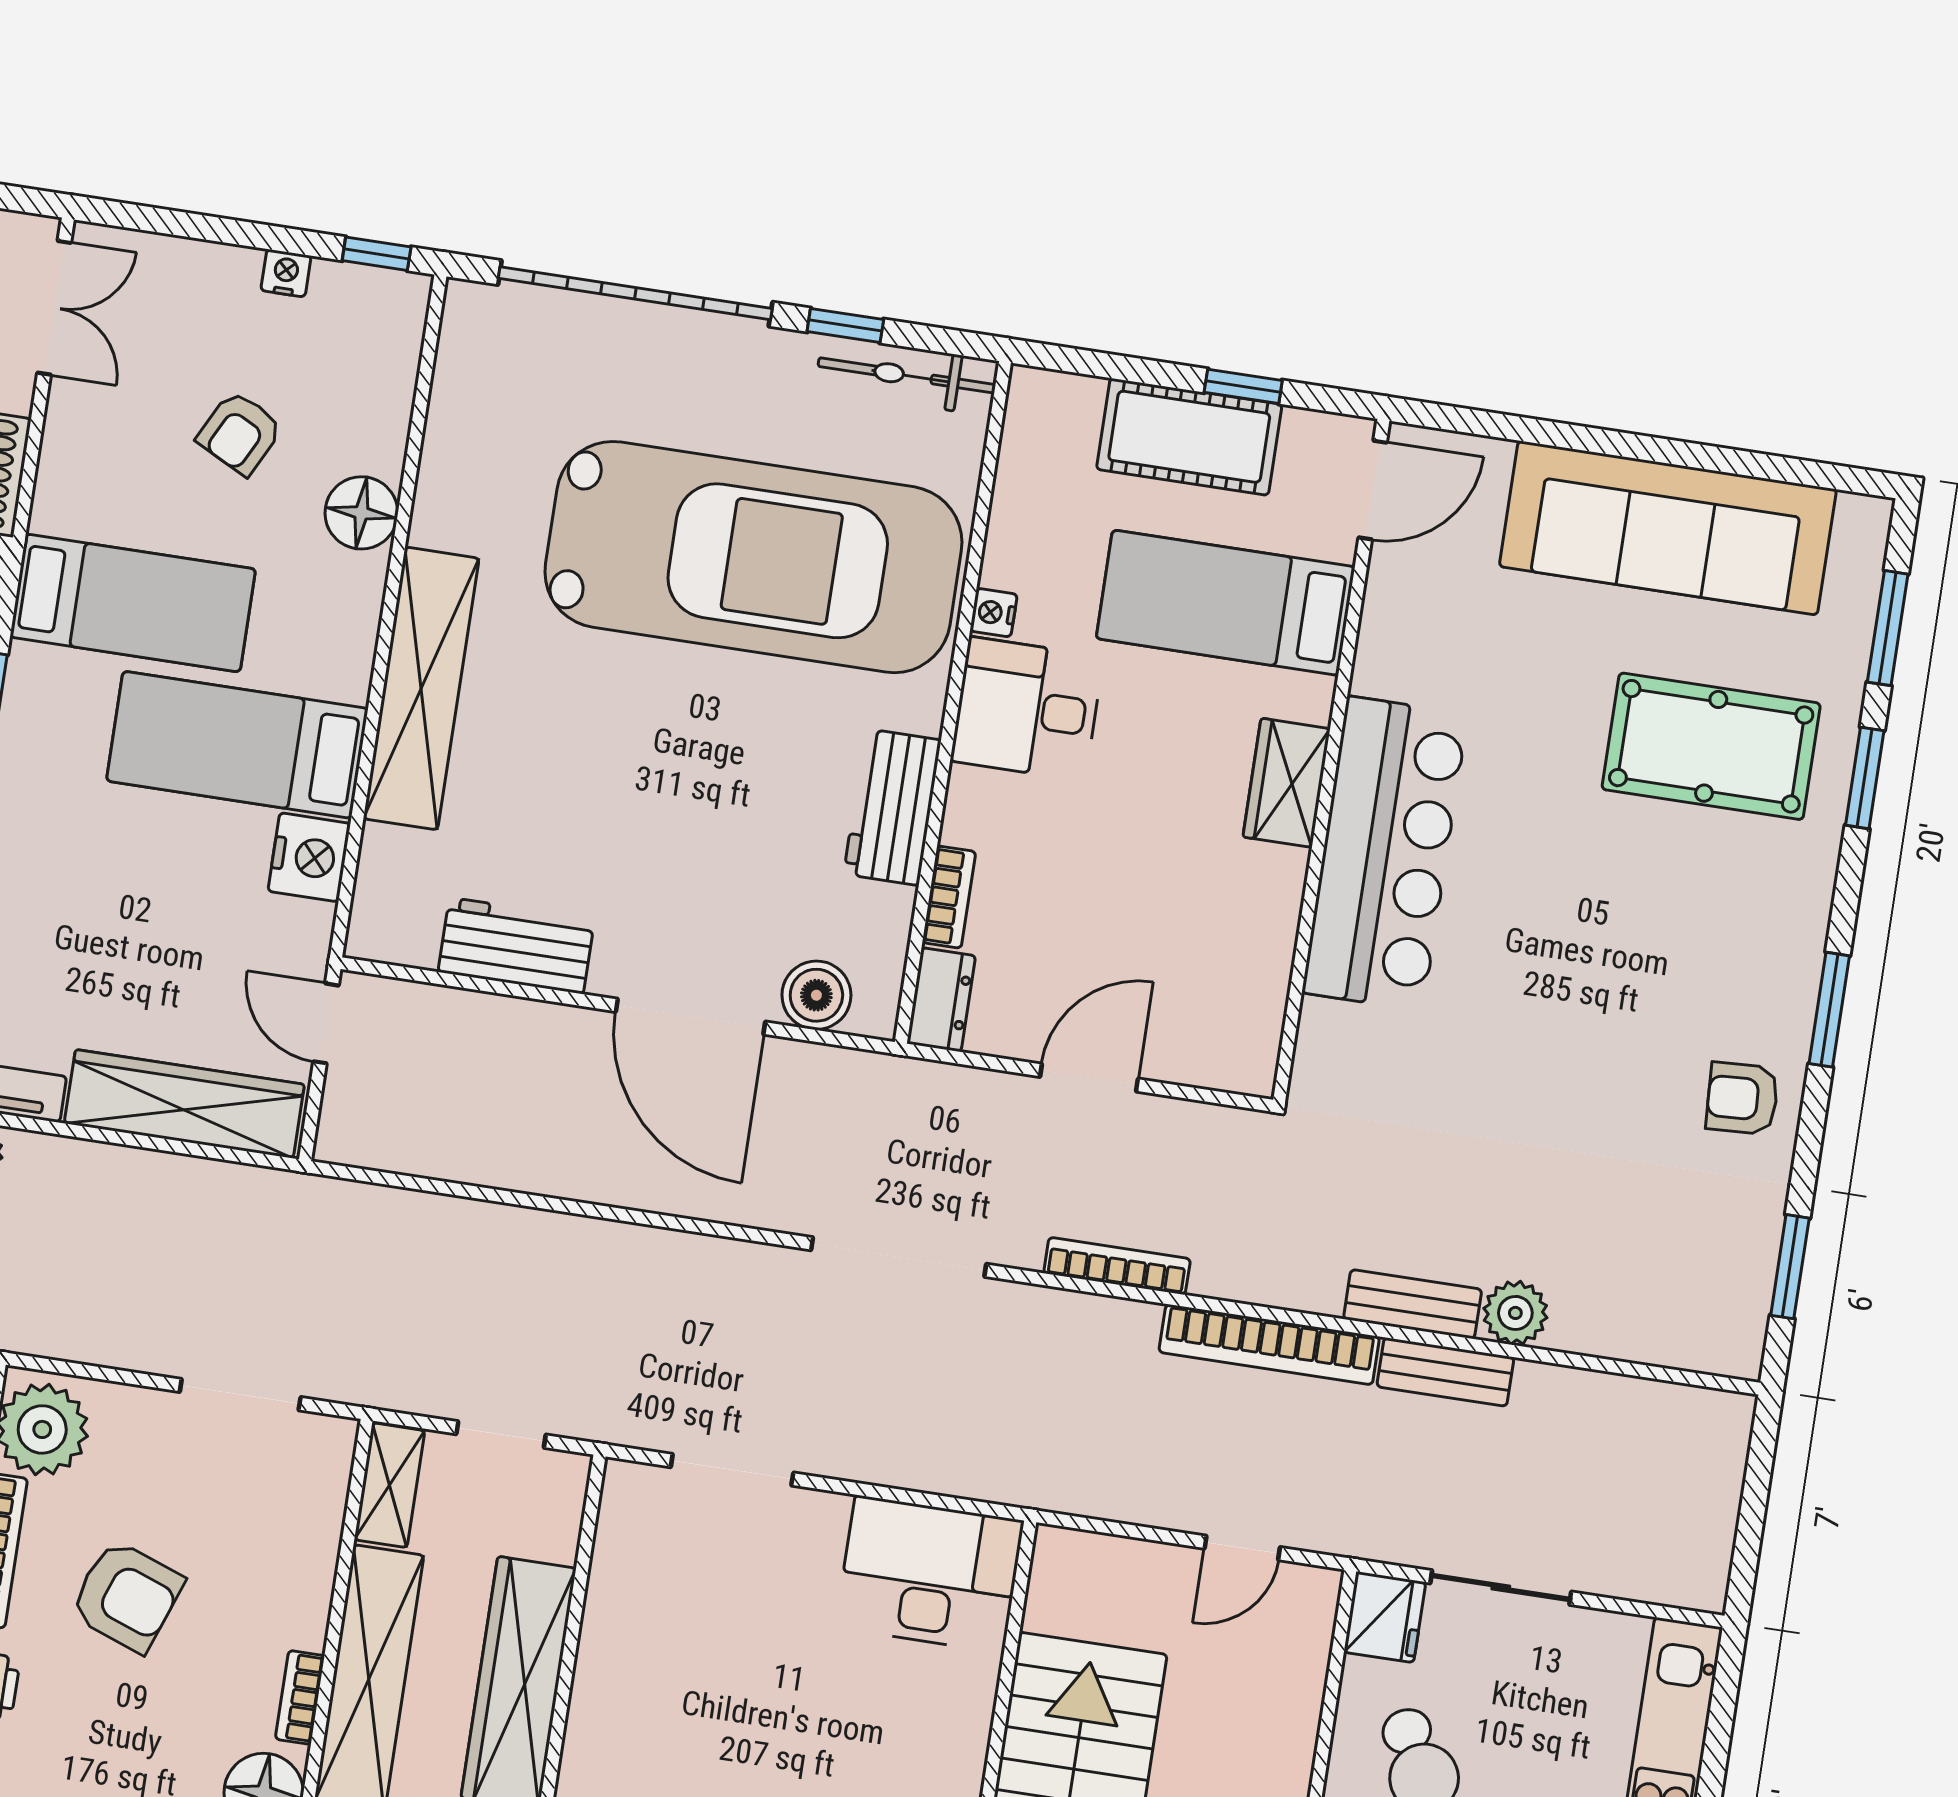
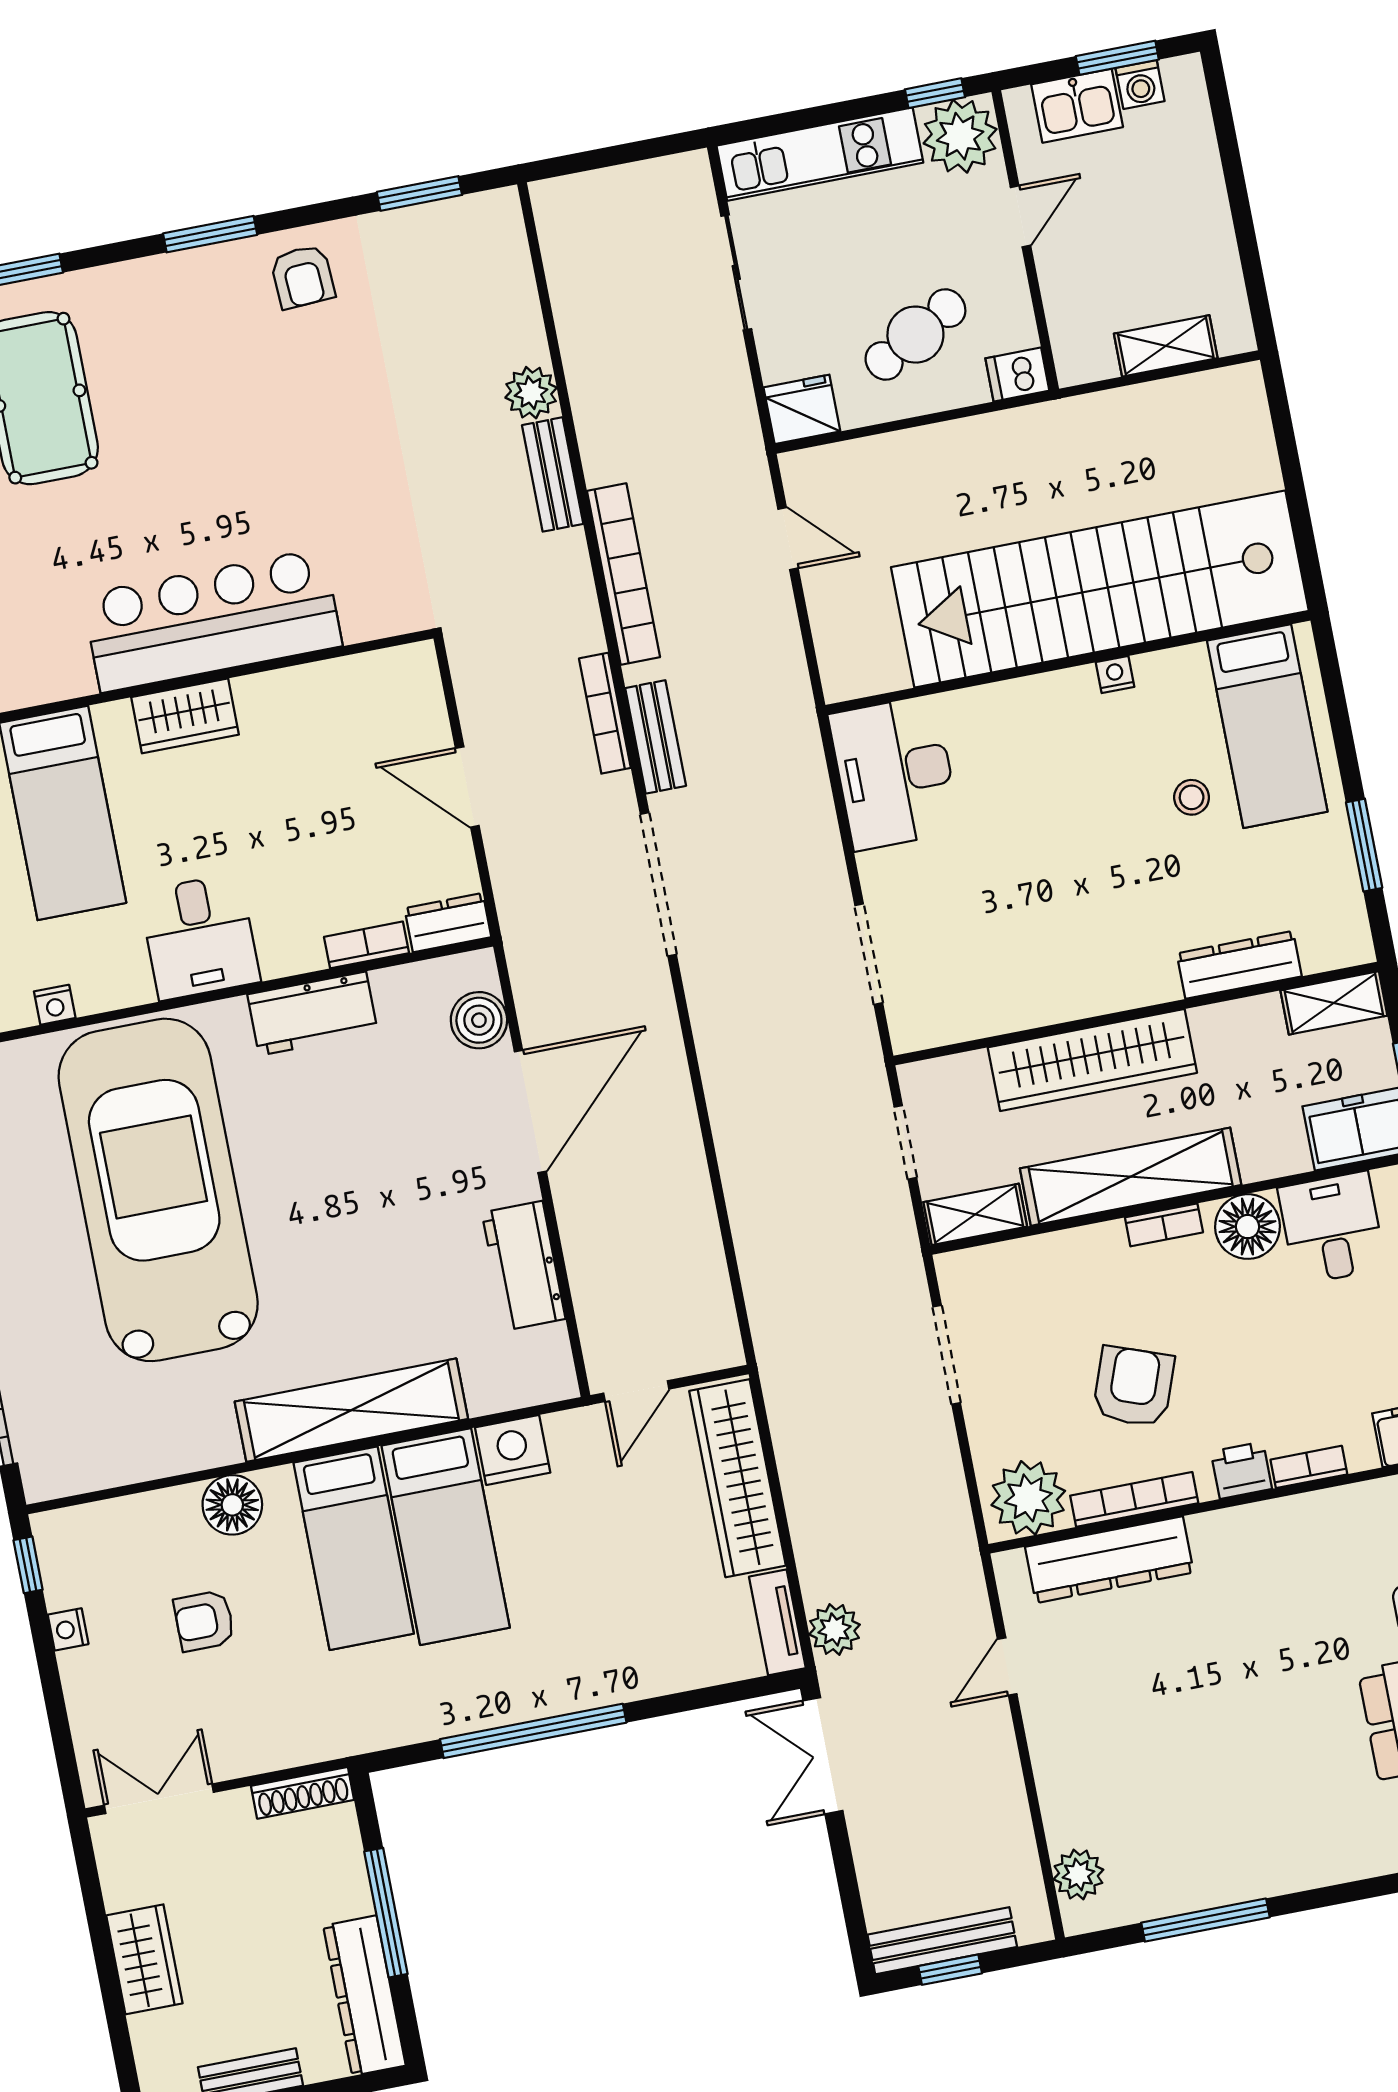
armchair: (240, 433) -> (204, 1621), turned 153
bed: (133, 603) -> (354, 1548), moved, turned 180
nightstand: (994, 613) -> (55, 1005), moved
bench: (1445, 1372) -> (656, 737), moved
sliding door: (1501, 1587) -> (736, 273), moved

